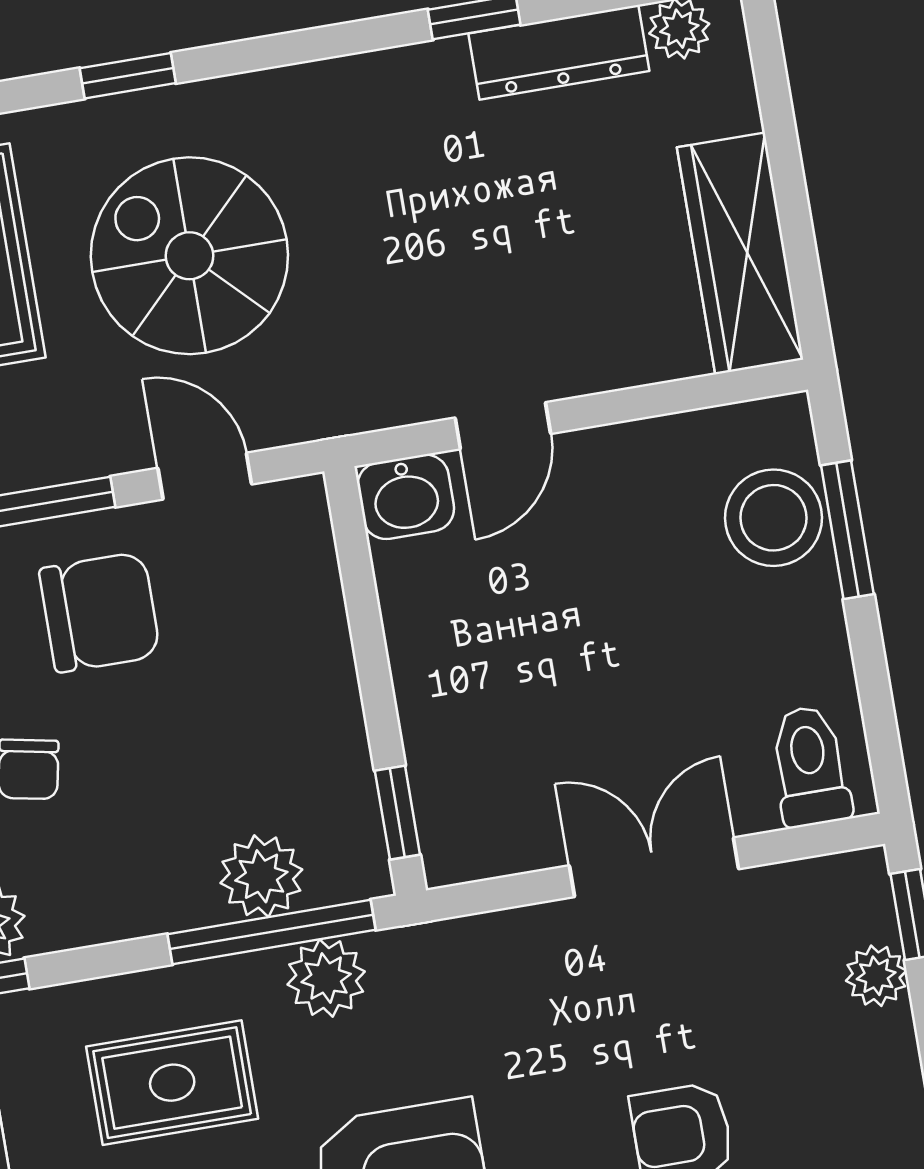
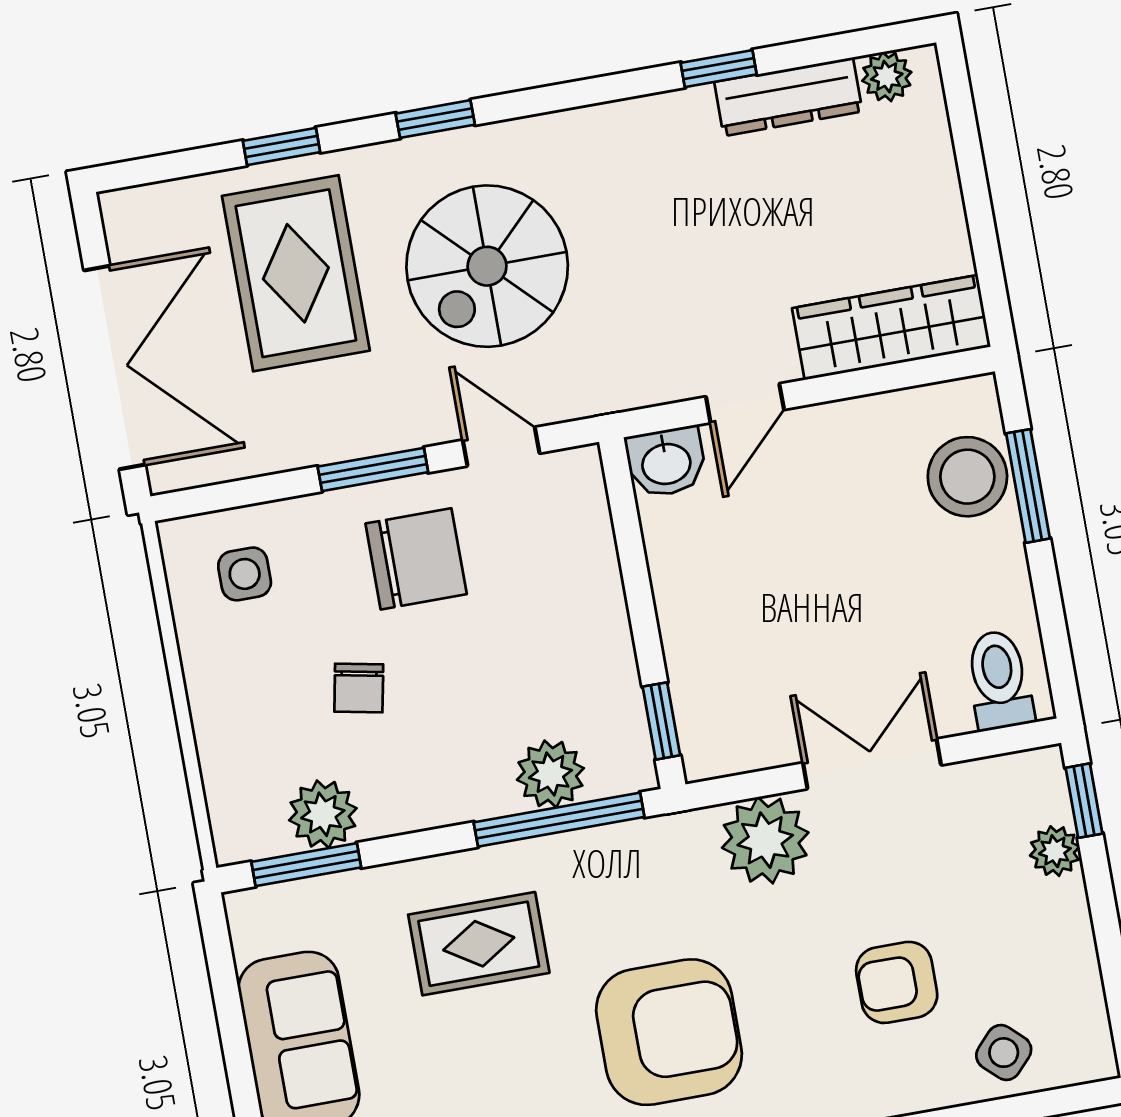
wardrobe: (740, 253) -> (891, 327), moved, turned 90
spiral stairs: (189, 256) -> (487, 266), turned -90
plant: (326, 978) -> (765, 840), moved, width x1.36, depth x1.36

